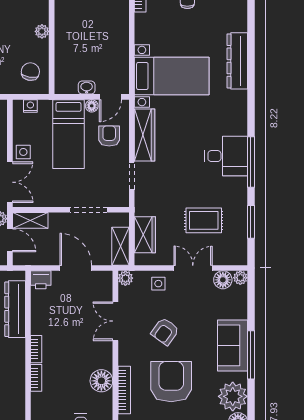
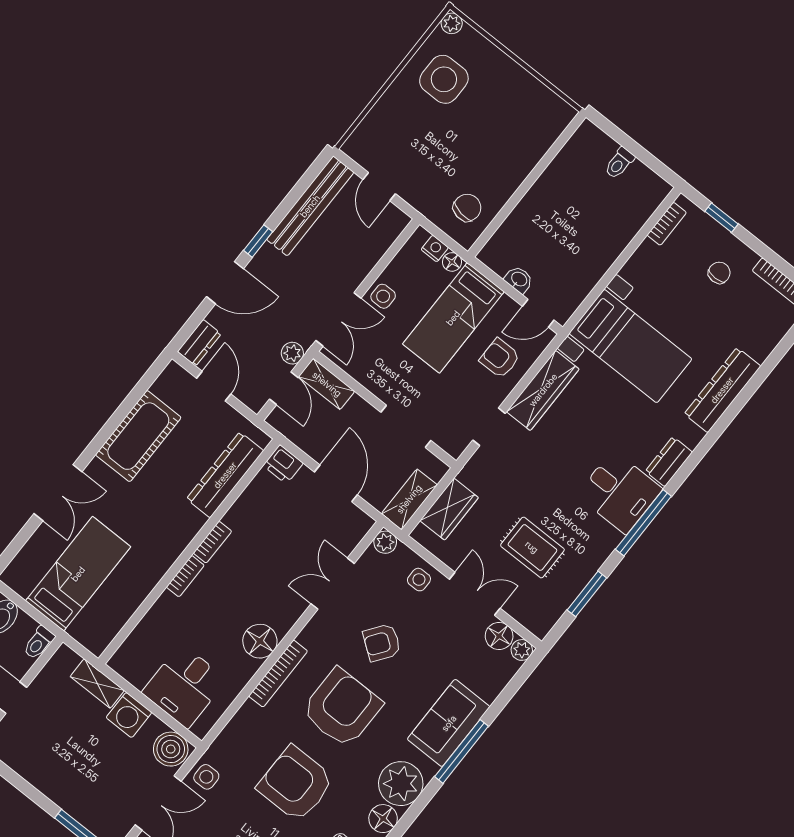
plant: (42, 31) -> (519, 171), removed
floor lamp: (92, 106) -> (452, 262), moved
dresser: (239, 120) -> (669, 462), added
armchair: (109, 136) -> (500, 358), turned -90

